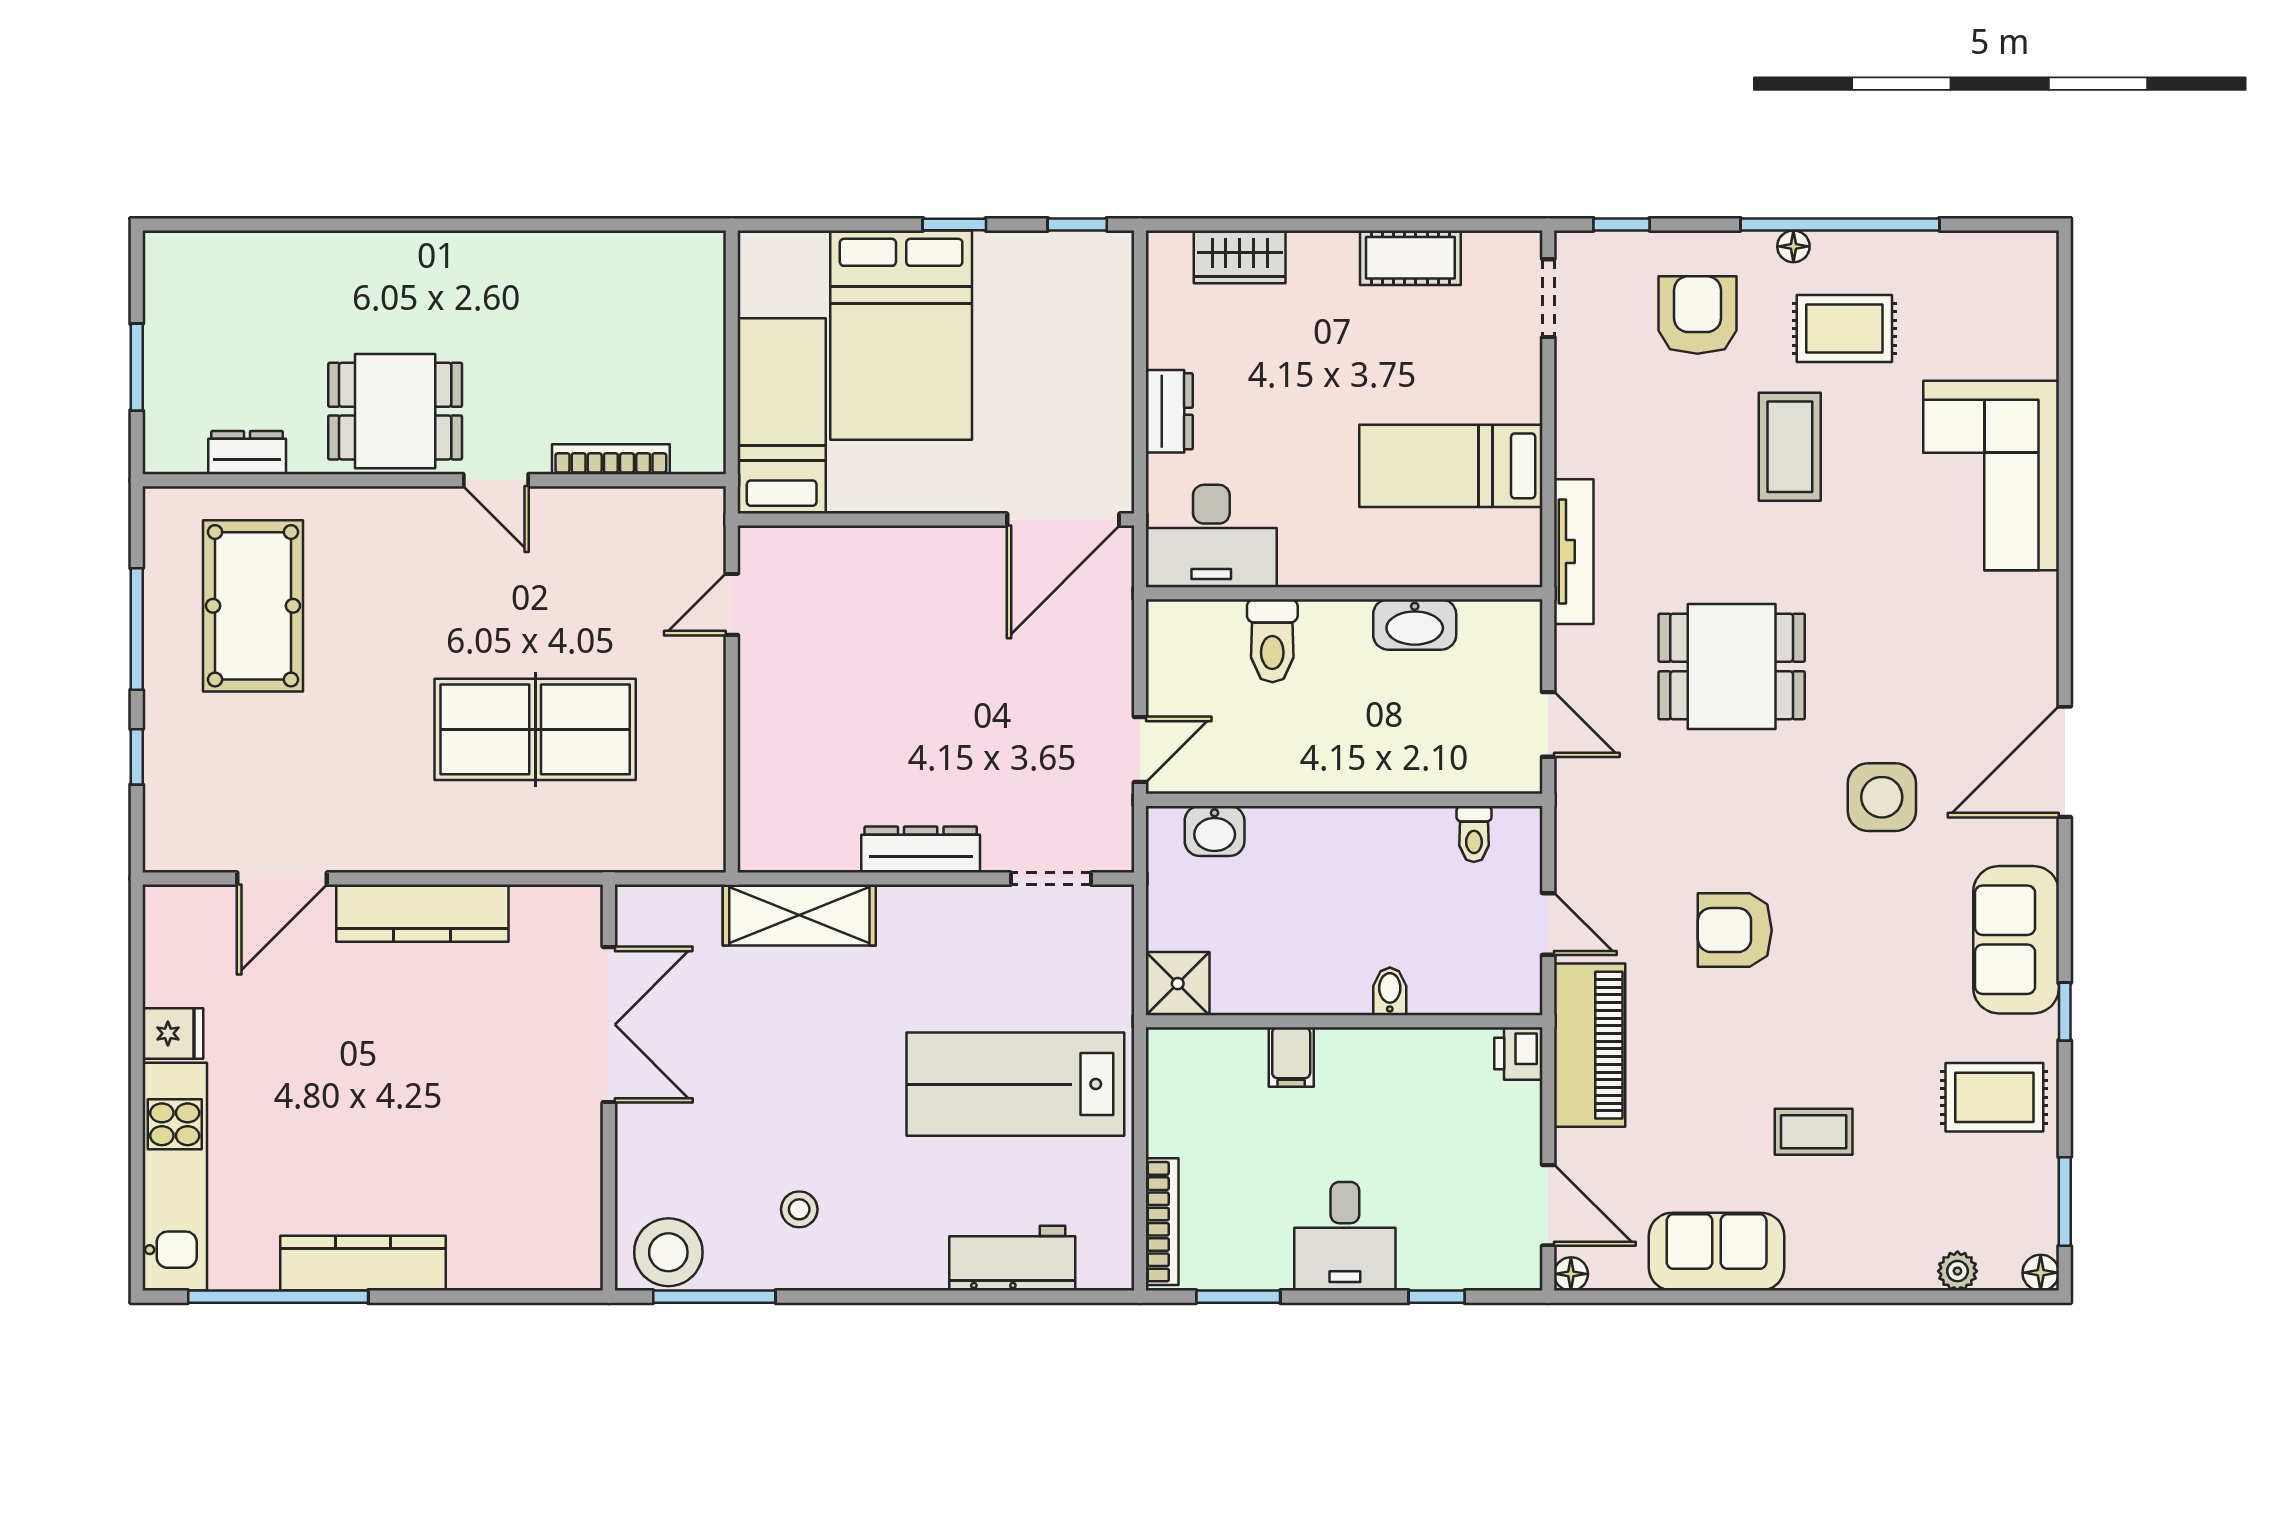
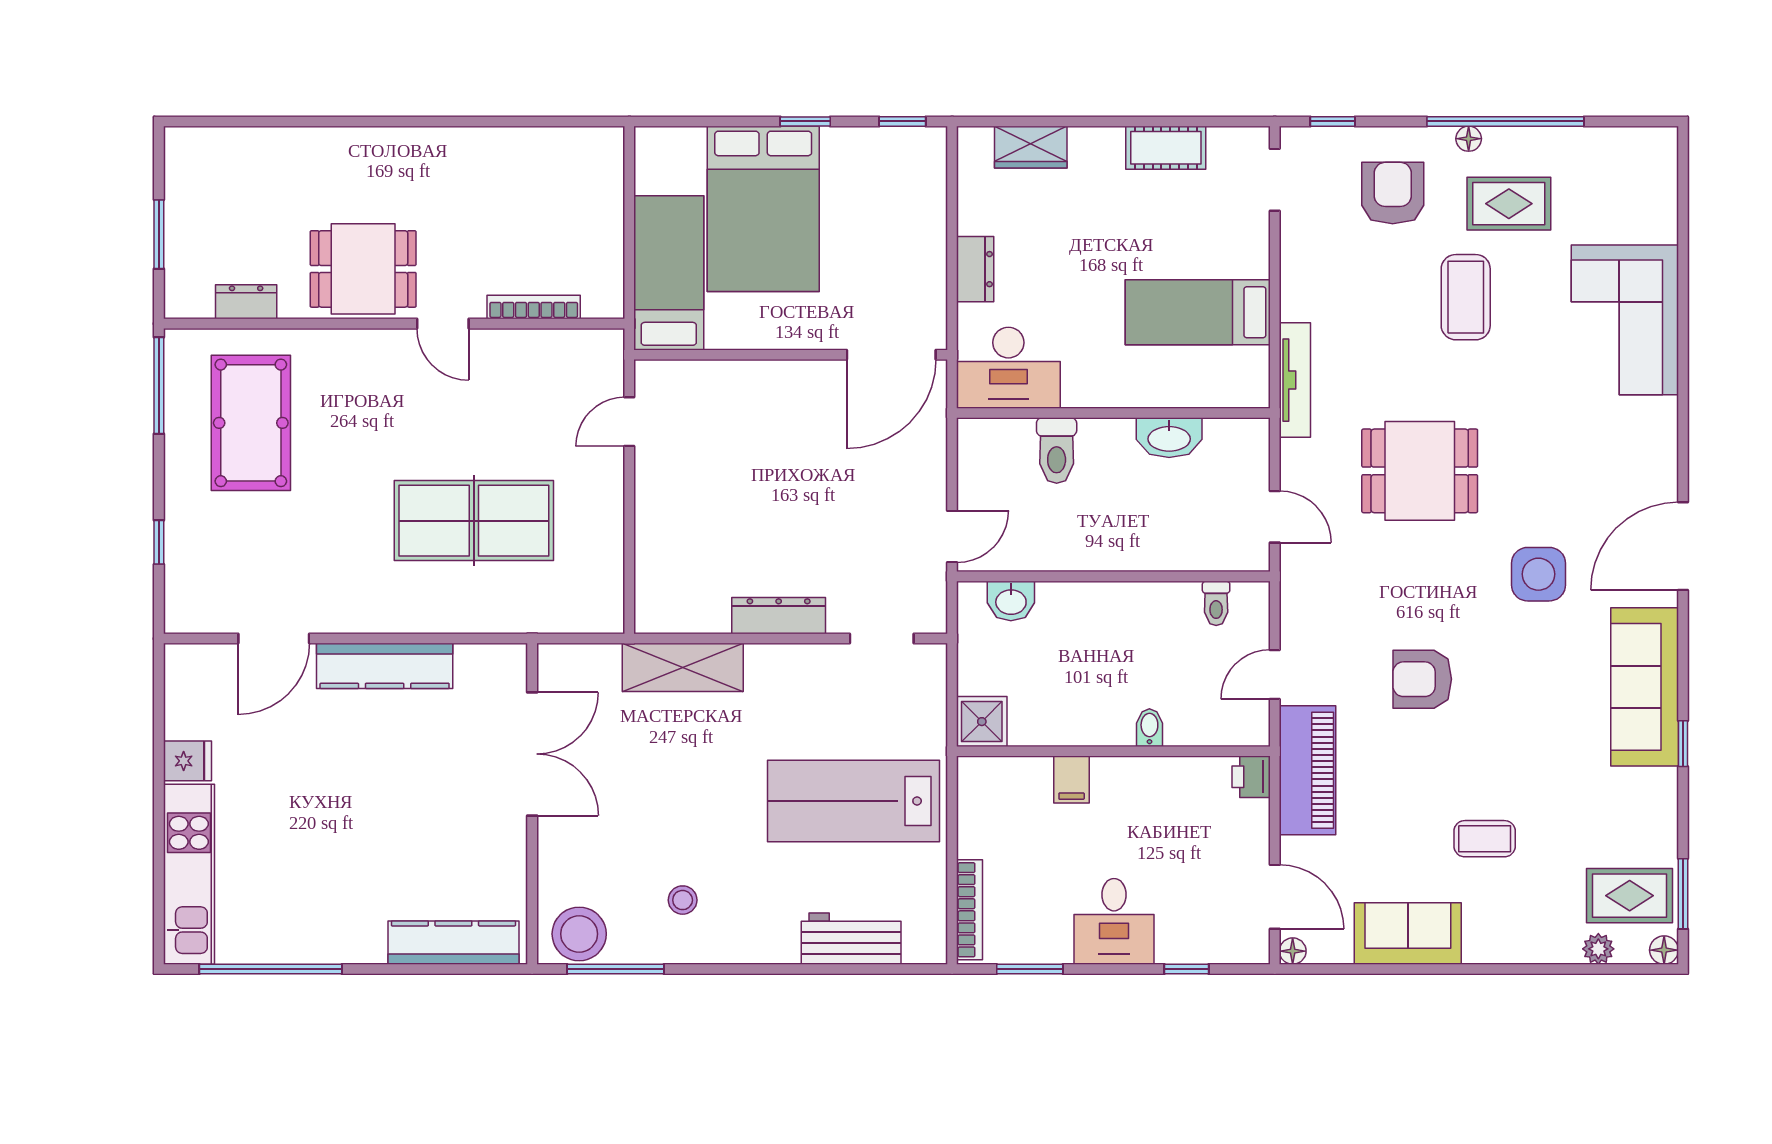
window: (137, 629) -> (159, 385), moved
door: (1548, 924) -> (1275, 674), swing flipped
sofa: (2016, 940) -> (1645, 687), width x1.36
rug: (1994, 1097) -> (1630, 896), moved
kitchen counter: (363, 1263) -> (453, 943), moved

